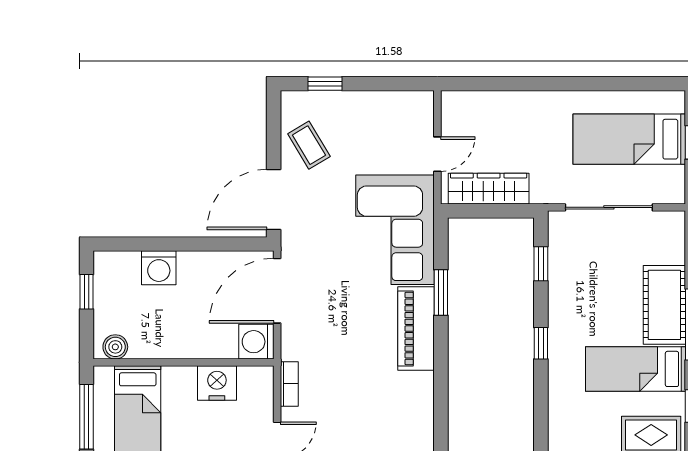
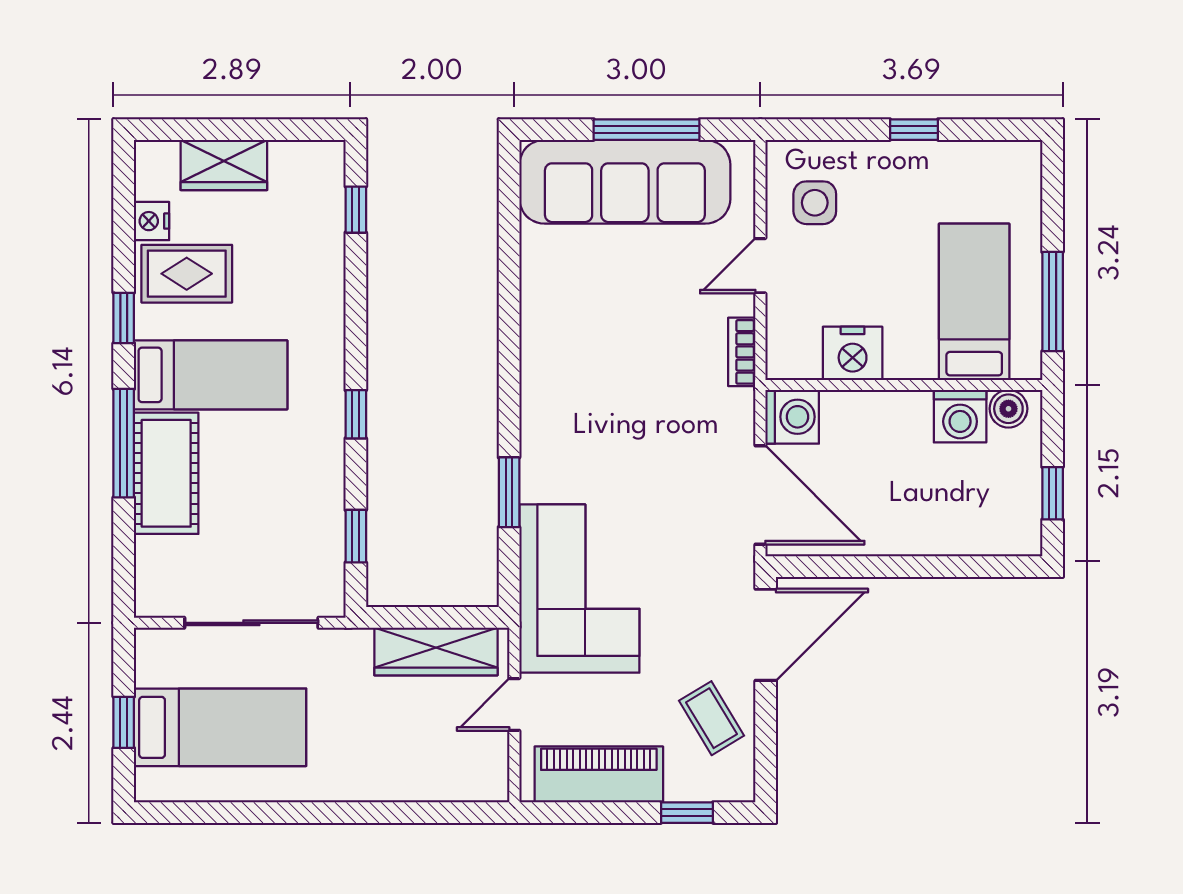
washing machine: (159, 268) -> (960, 416), moved, turned 180
door: (277, 291) -> (760, 495), hinge flipped
piano: (416, 329) -> (599, 774), moved, turned -90

